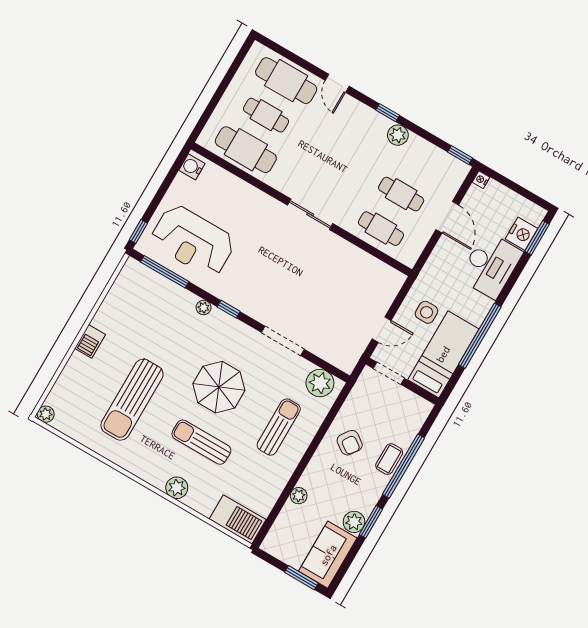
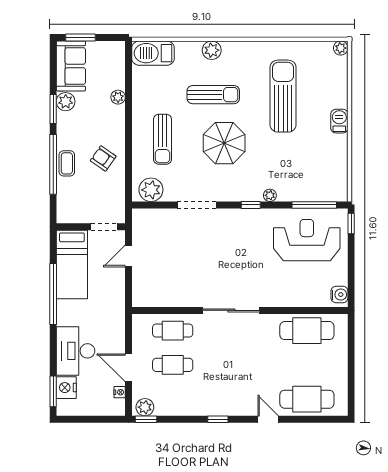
cafe table: (266, 115) -> (307, 365), removed
plant: (398, 135) -> (145, 407), moved
nightstand: (481, 180) -> (120, 392), moved
sliding door: (310, 214) -> (231, 310), width x1.37
side table: (427, 312) -> (103, 288), removed

